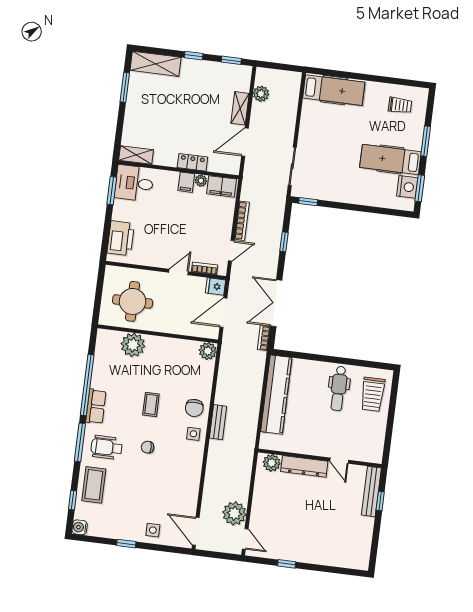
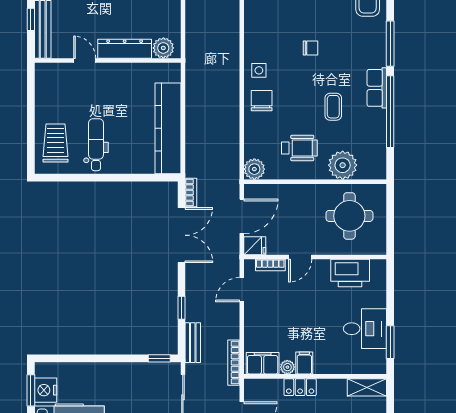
desk: (134, 183) -> (365, 329), moved
bookcase: (242, 221) -> (234, 363), moved
printer: (121, 238) -> (350, 273), moved, turned -90
coffee table: (151, 404) -> (333, 107), moved
bench: (218, 422) -> (193, 343), moved
wheelchair: (107, 447) -> (299, 148), moved

